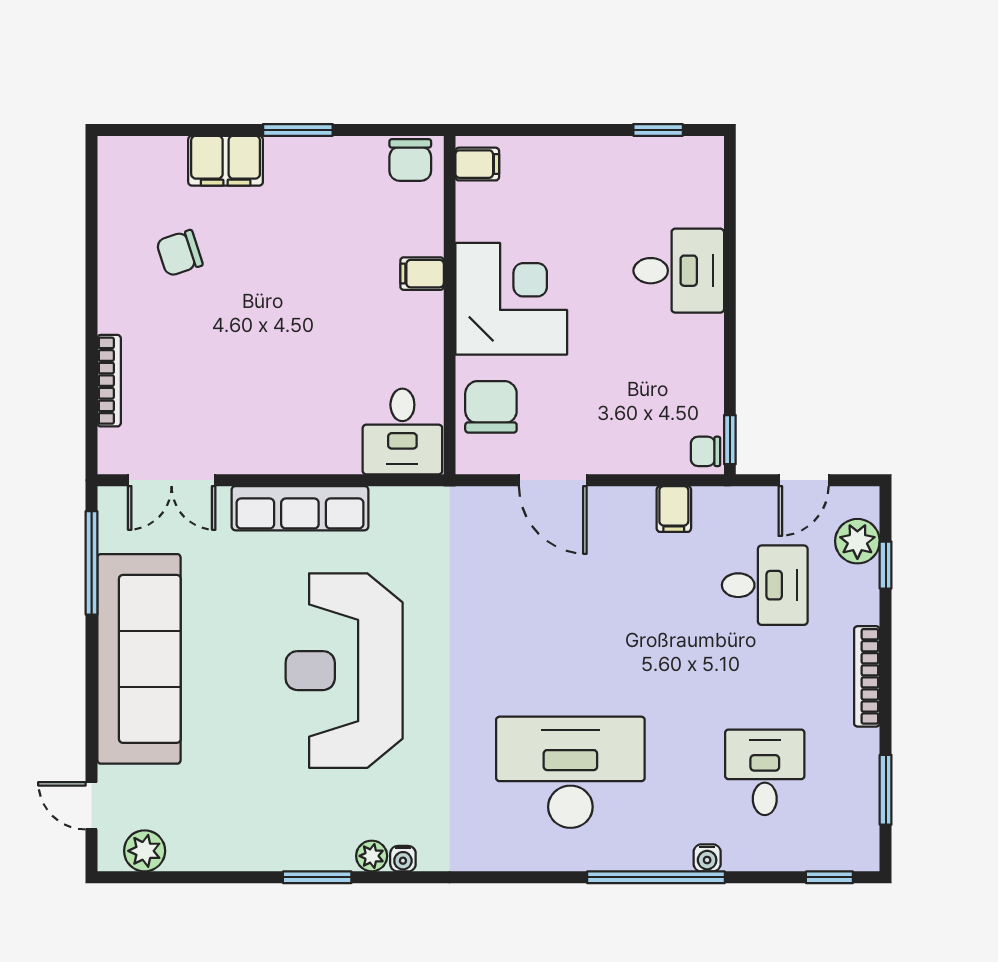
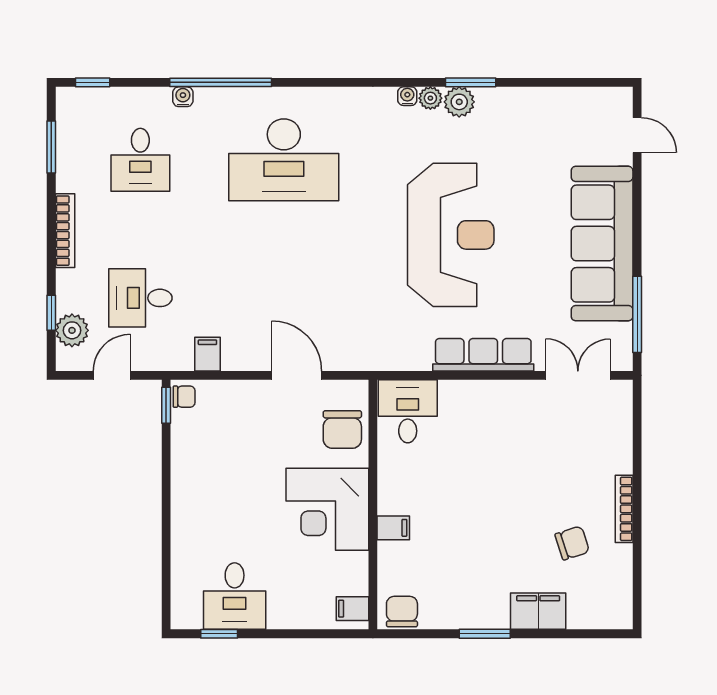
desk: (679, 271) -> (235, 596), moved, turned -90
bookcase: (109, 381) -> (624, 509), moved
plant: (145, 851) -> (459, 102), moved

